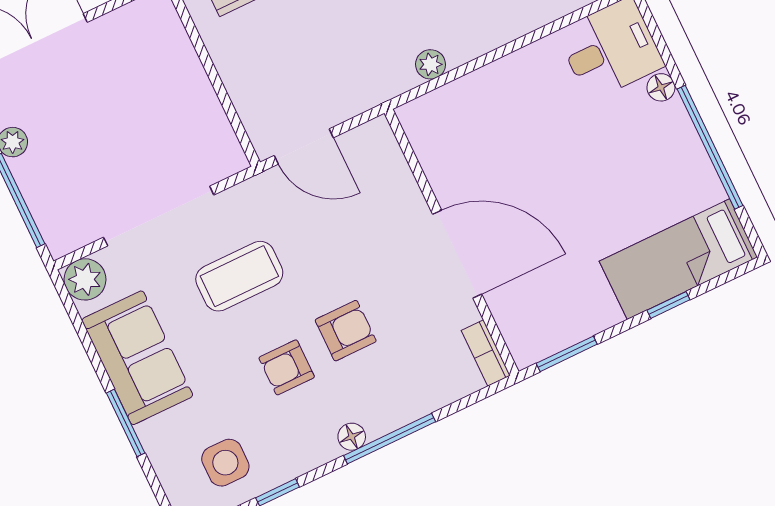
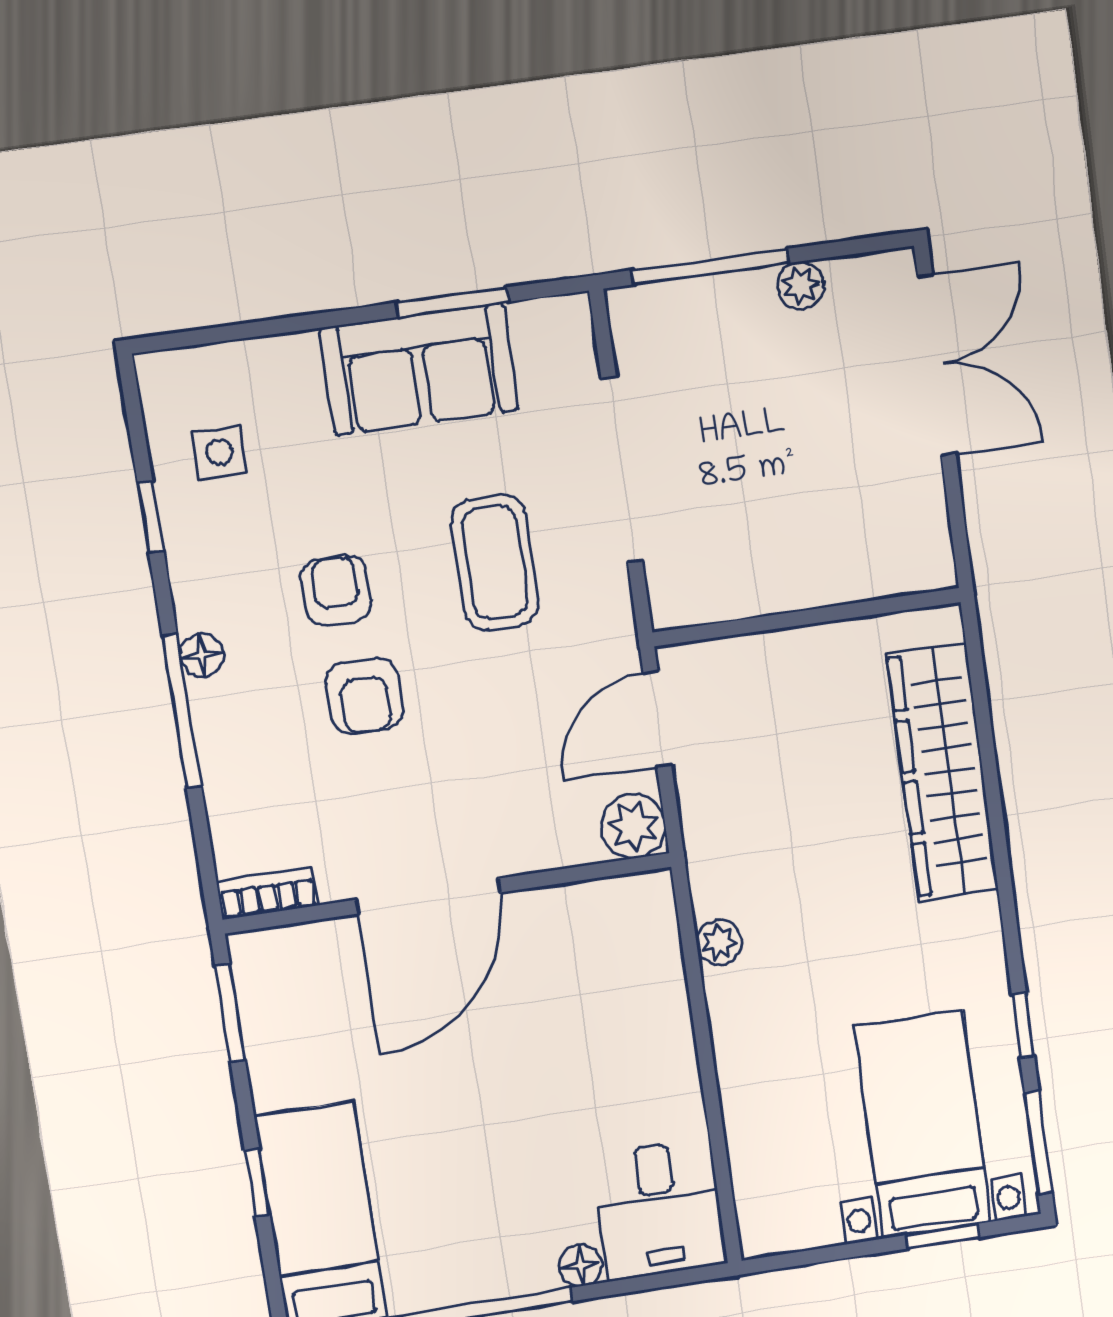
plant: (85, 279) -> (633, 826), moved
window: (126, 423) -> (453, 302), moved
side table: (225, 463) -> (220, 452), width x0.73, depth x0.73

